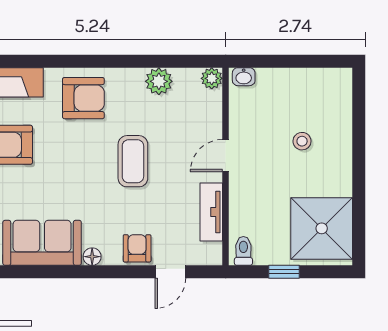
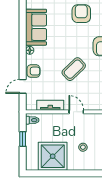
coffee table: (133, 161) -> (74, 69), turned -44
shower: (322, 228) -> (53, 156), moved
door: (170, 272) -> (23, 86), hinge flipped

